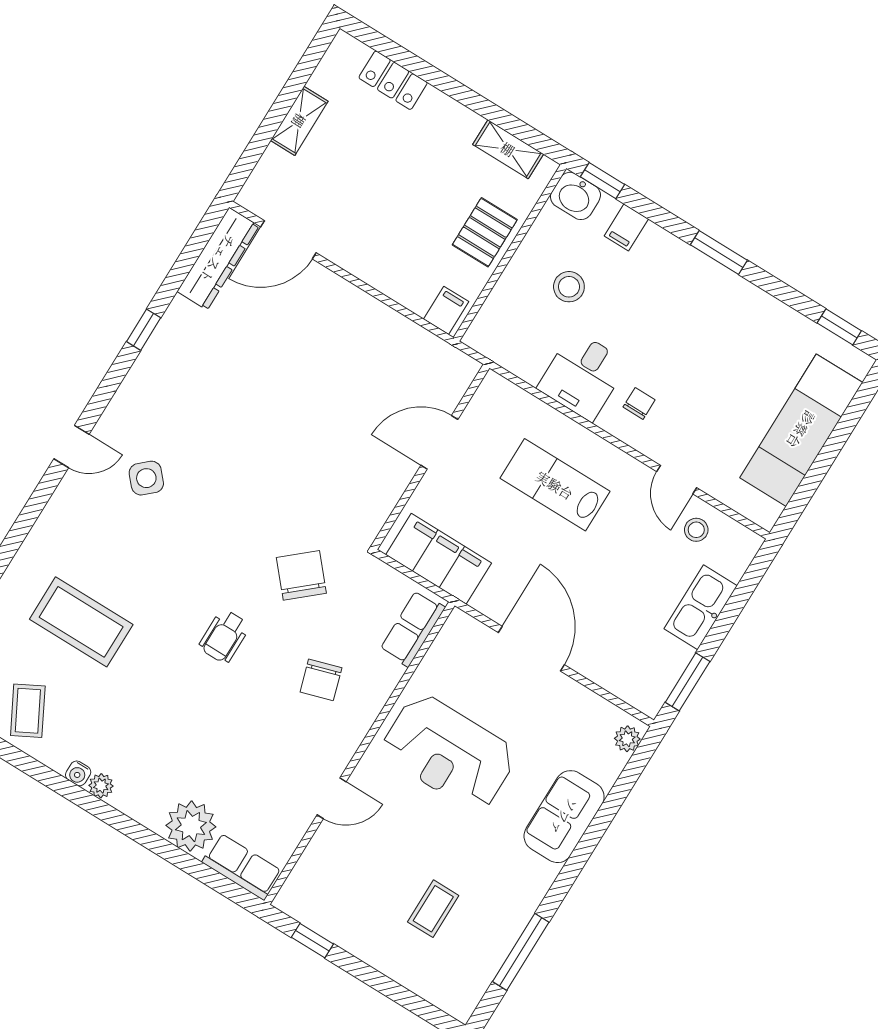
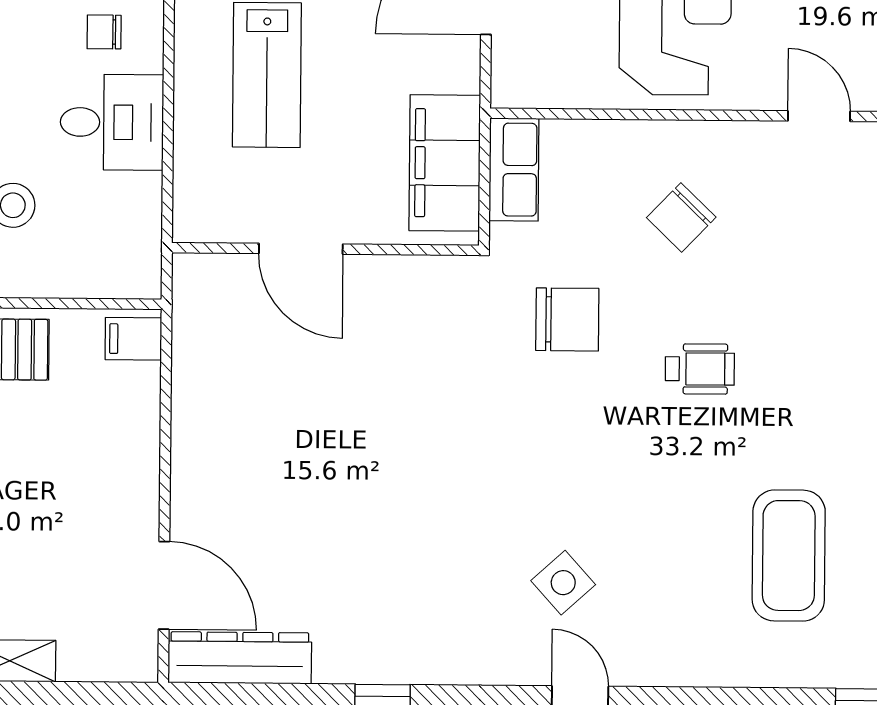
chair: (301, 575) -> (567, 319), turned -139
row of seats: (413, 628) -> (514, 170), moved, turned -90
chair: (321, 680) -> (681, 217), turned 151

